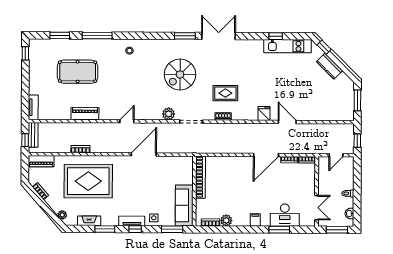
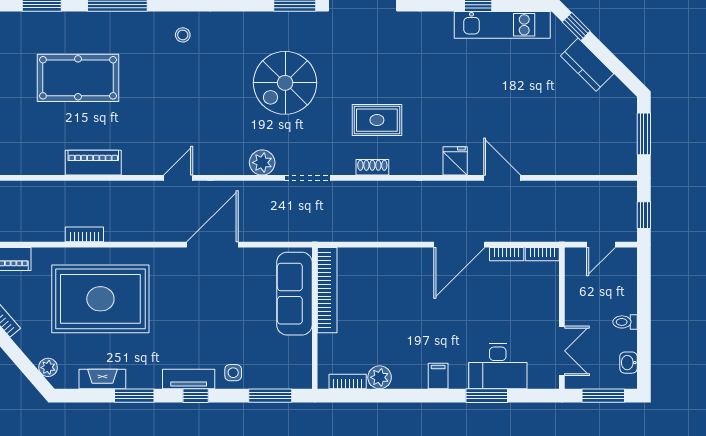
sofa: (184, 205) -> (294, 294), moved

